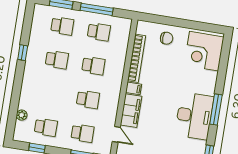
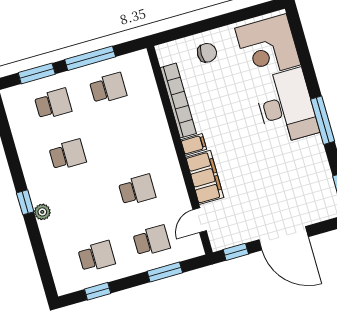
window: (23, 53) -> (25, 202), moved
school desk: (93, 66) -> (123, 139), removed
plant: (22, 115) -> (42, 212), moved
desk: (194, 116) -> (286, 106), moved
door: (116, 134) -> (200, 220), swing flipped

